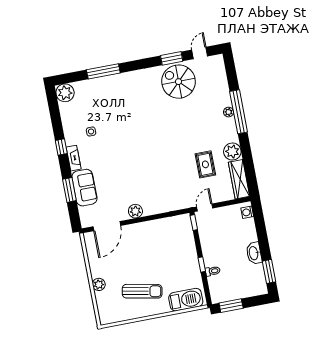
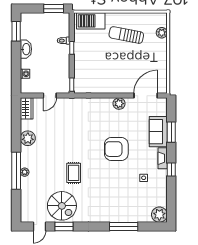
armchair: (129, 159) -> (116, 149), added
rug: (205, 164) -> (74, 173), moved
wardrobe: (239, 179) -> (27, 108), width x0.67
door: (205, 207) -> (50, 96), moved
washing machine: (247, 212) -> (25, 74), moved
plant: (99, 284) -> (162, 33), moved

